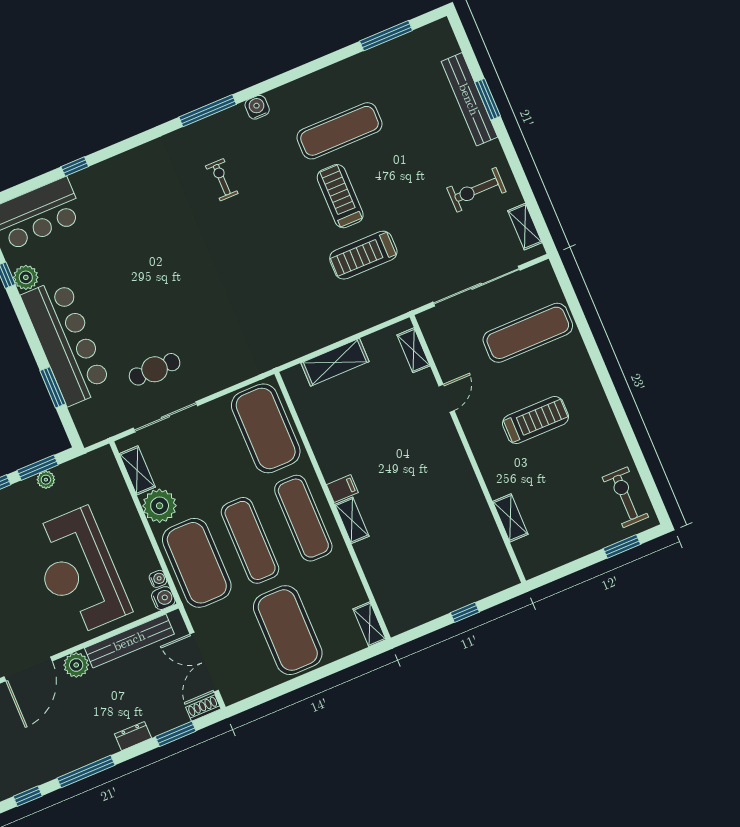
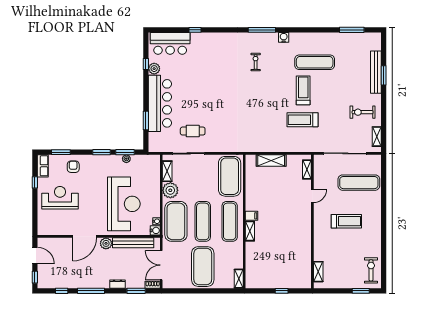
shelving: (510, 518) -> (318, 272), moved
reception desk: (78, 572) -> (124, 204), turned 180

